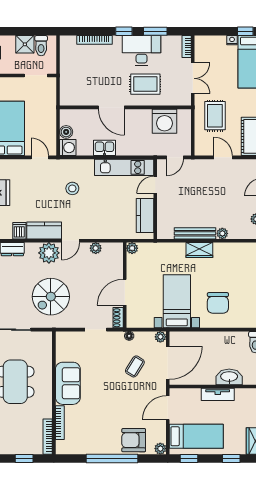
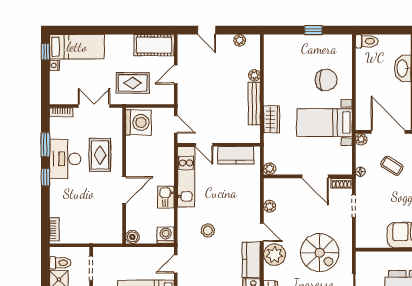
bookcase: (94, 40) -> (54, 229), moved, width x0.64
washing machine: (165, 121) -> (138, 122), moved
boiler: (66, 132) -> (132, 237), moved
wardrobe: (199, 250) -> (272, 119), moved

